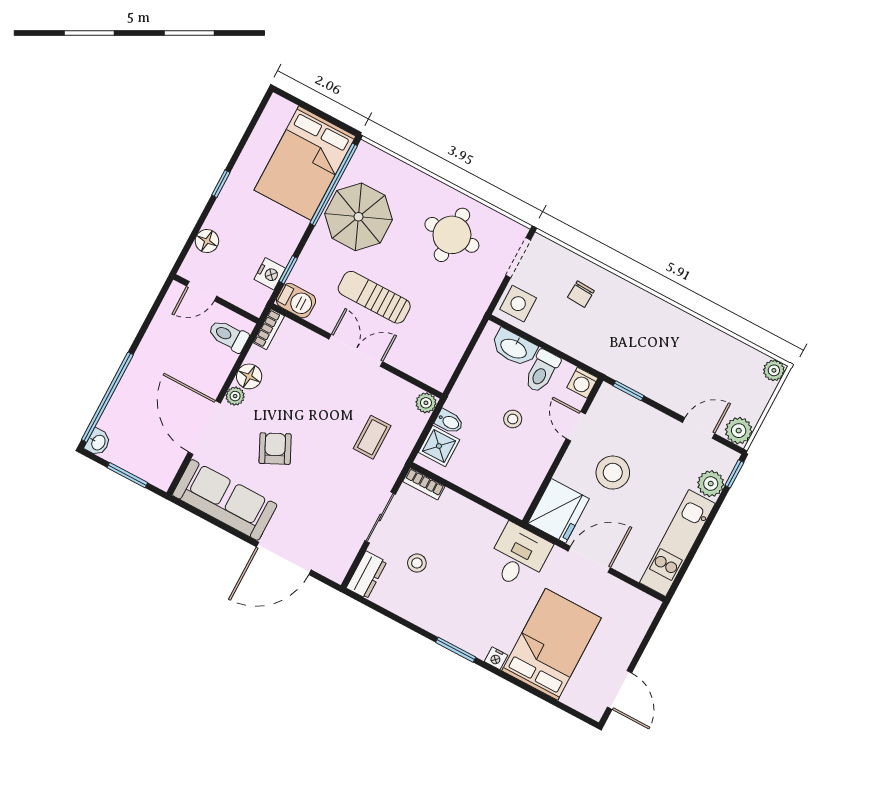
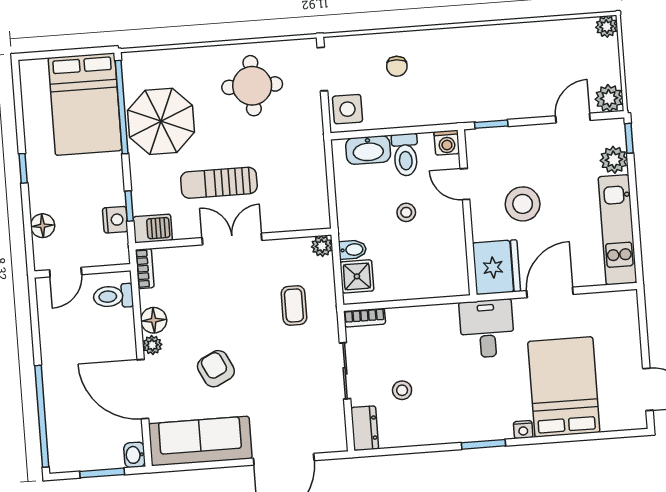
washbasin: (98, 442) -> (134, 455), moved, turned 180

